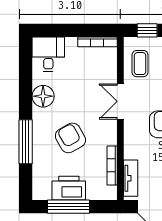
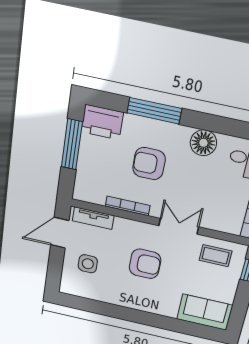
armchair: (70, 138) -> (149, 164), turned -151
bookcase: (112, 165) -> (128, 206), moved
printer: (69, 188) -> (102, 122), moved, turned 90

